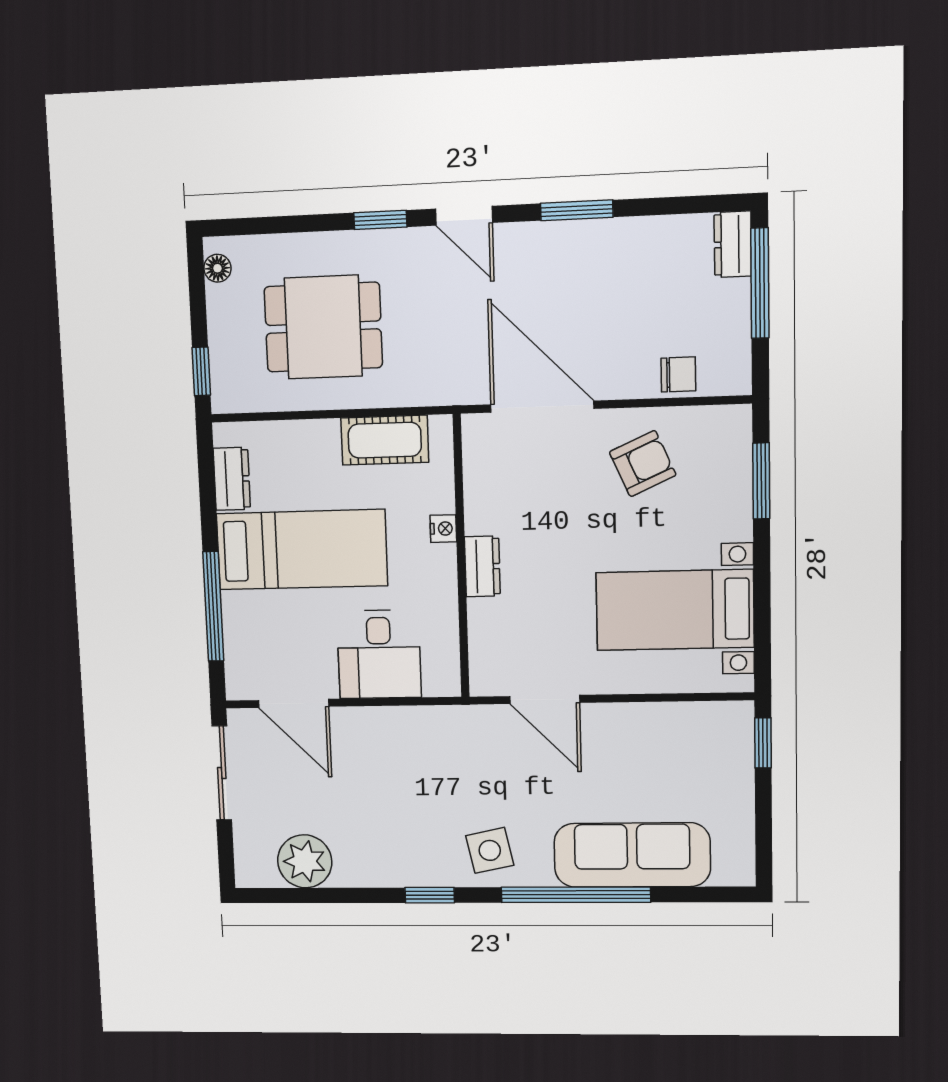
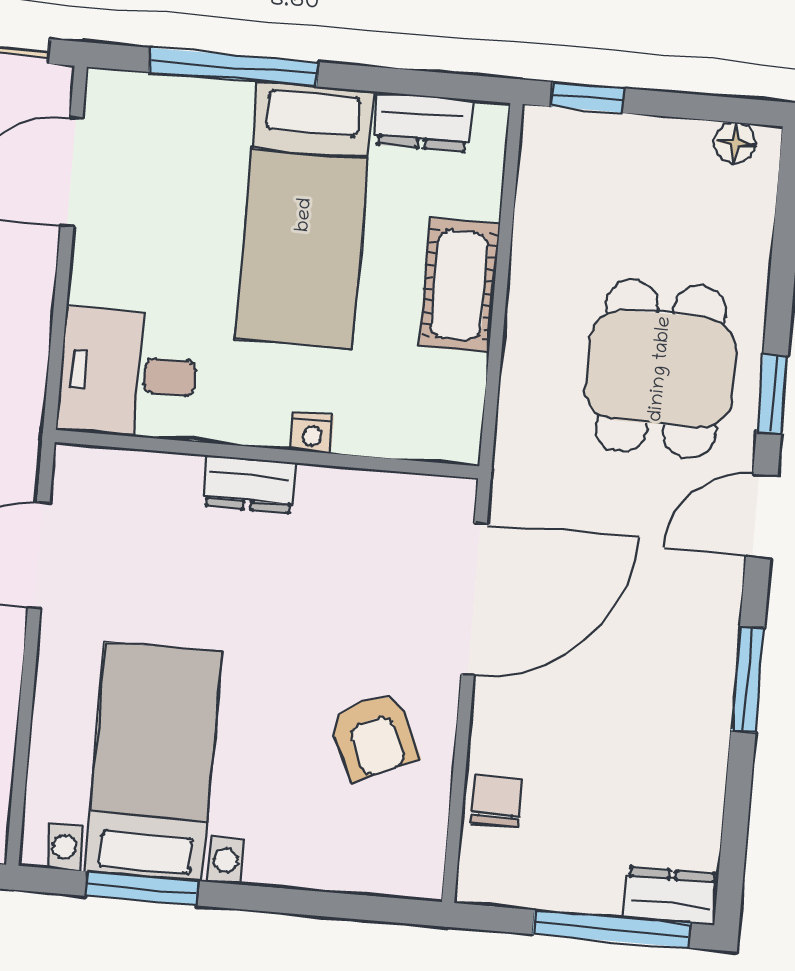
dining table: (323, 327) -> (661, 369), moved
chair: (678, 374) -> (496, 801), turned 180
cot: (385, 440) -> (460, 285), moved
window: (761, 481) -> (142, 889), moved
desk: (379, 654) -> (128, 373), moved

